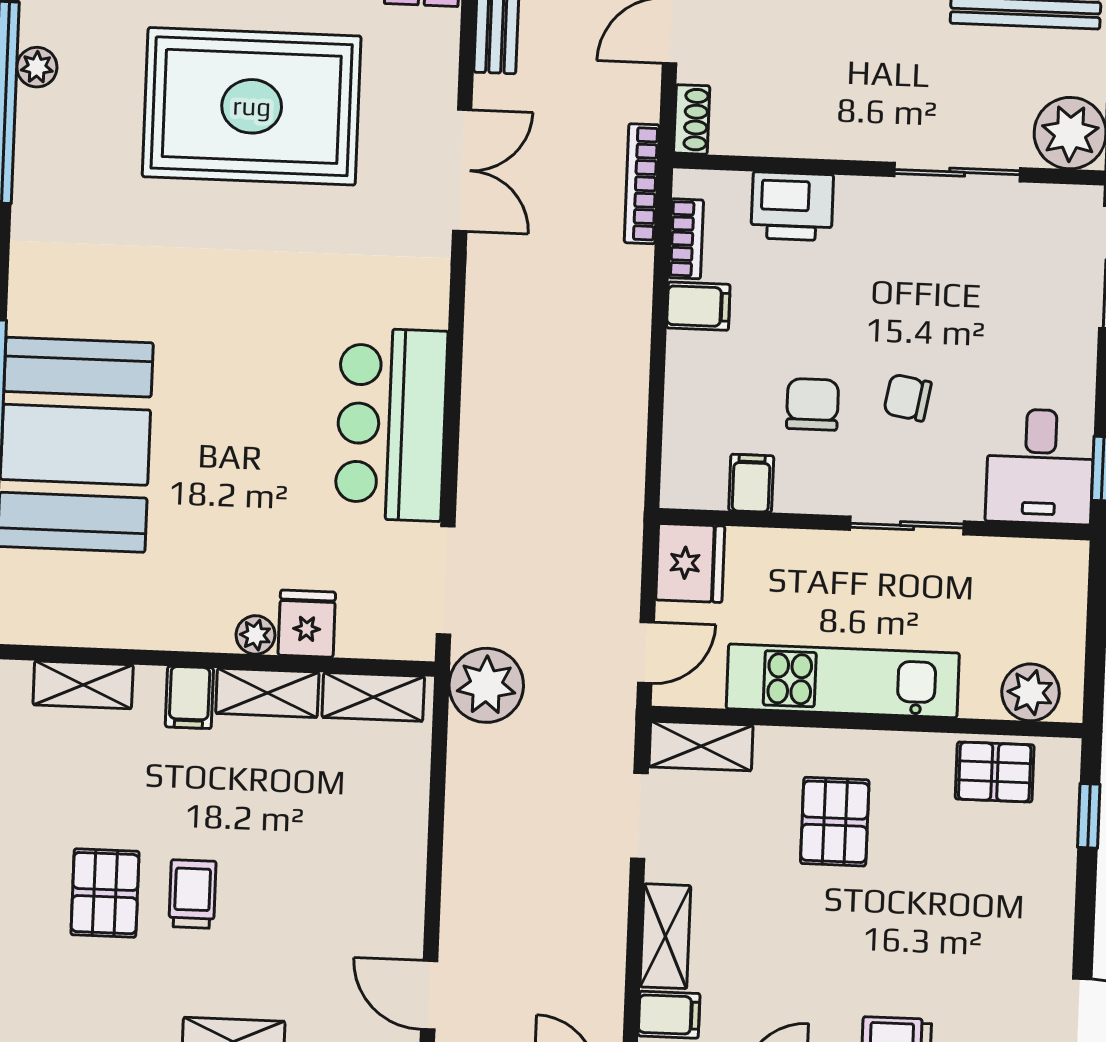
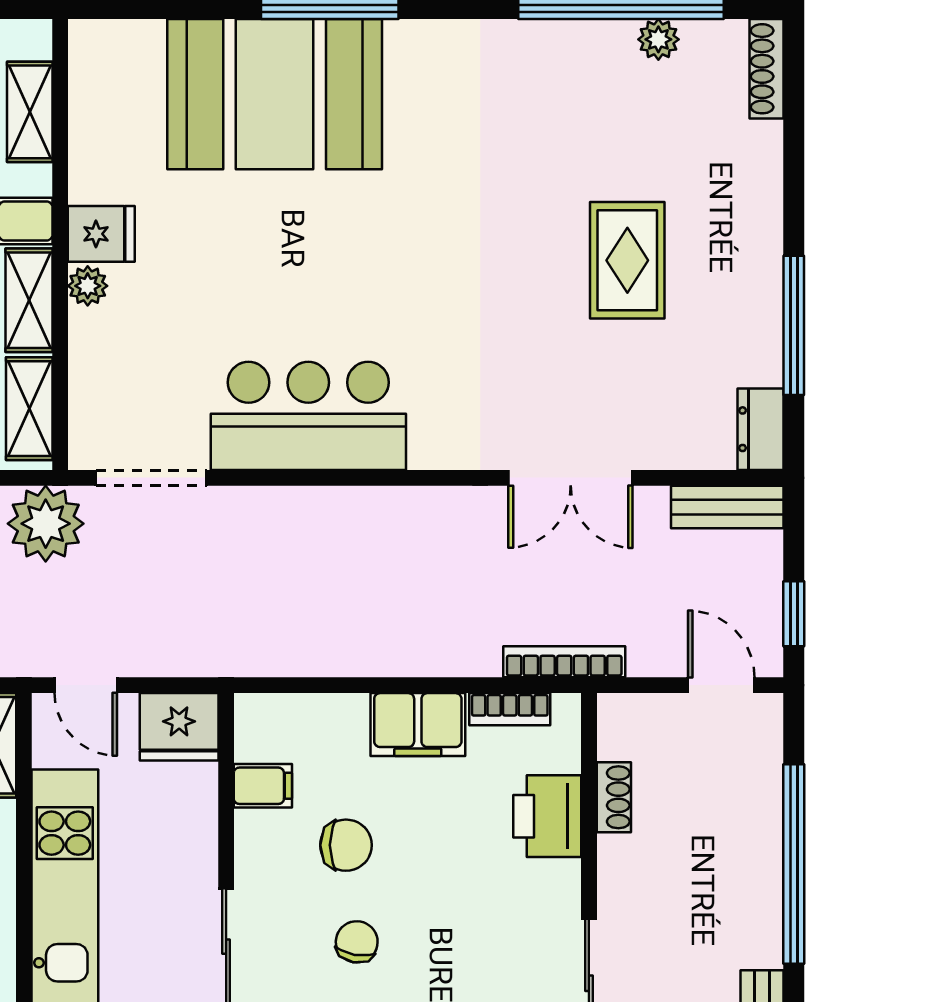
rug: (252, 106) -> (627, 260), width x0.54, depth x0.49
shoe rack: (692, 119) -> (614, 797), moved, turned -90
filing cabinet: (698, 306) -> (418, 725), width x2.00
fridge: (307, 624) -> (101, 234), moved

